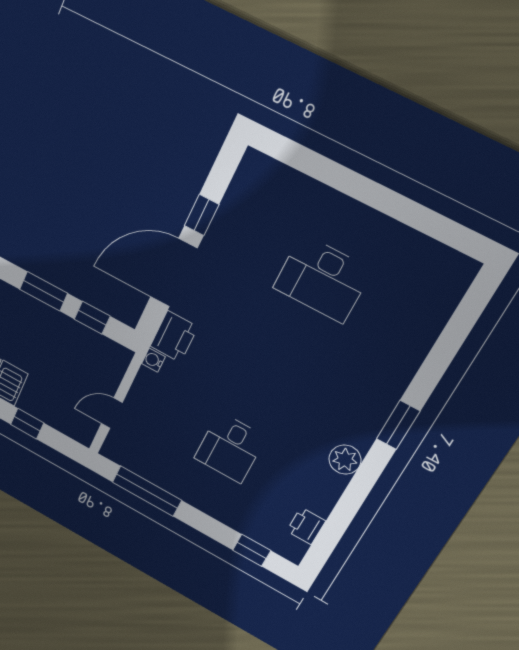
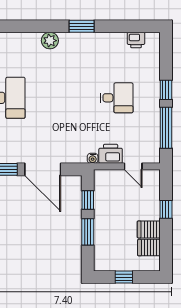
printer: (174, 337) -> (111, 154), moved
window: (398, 425) -> (82, 26), moved
plant: (345, 460) -> (50, 41), moved
window: (252, 550) -> (166, 90), moved

